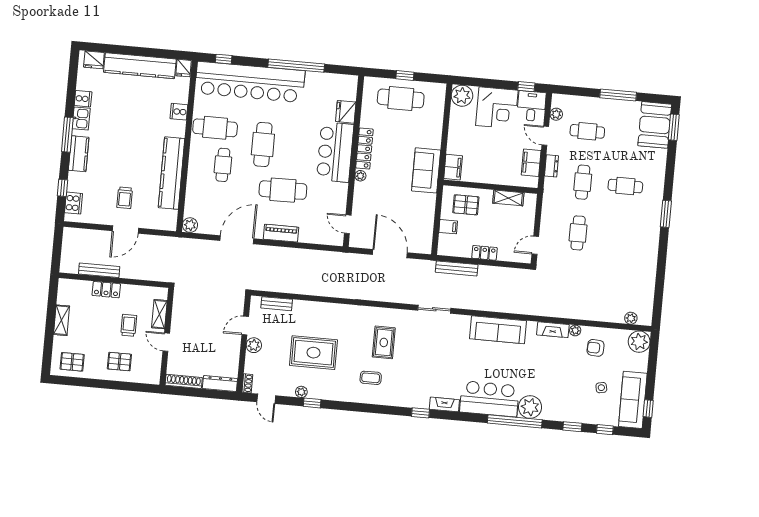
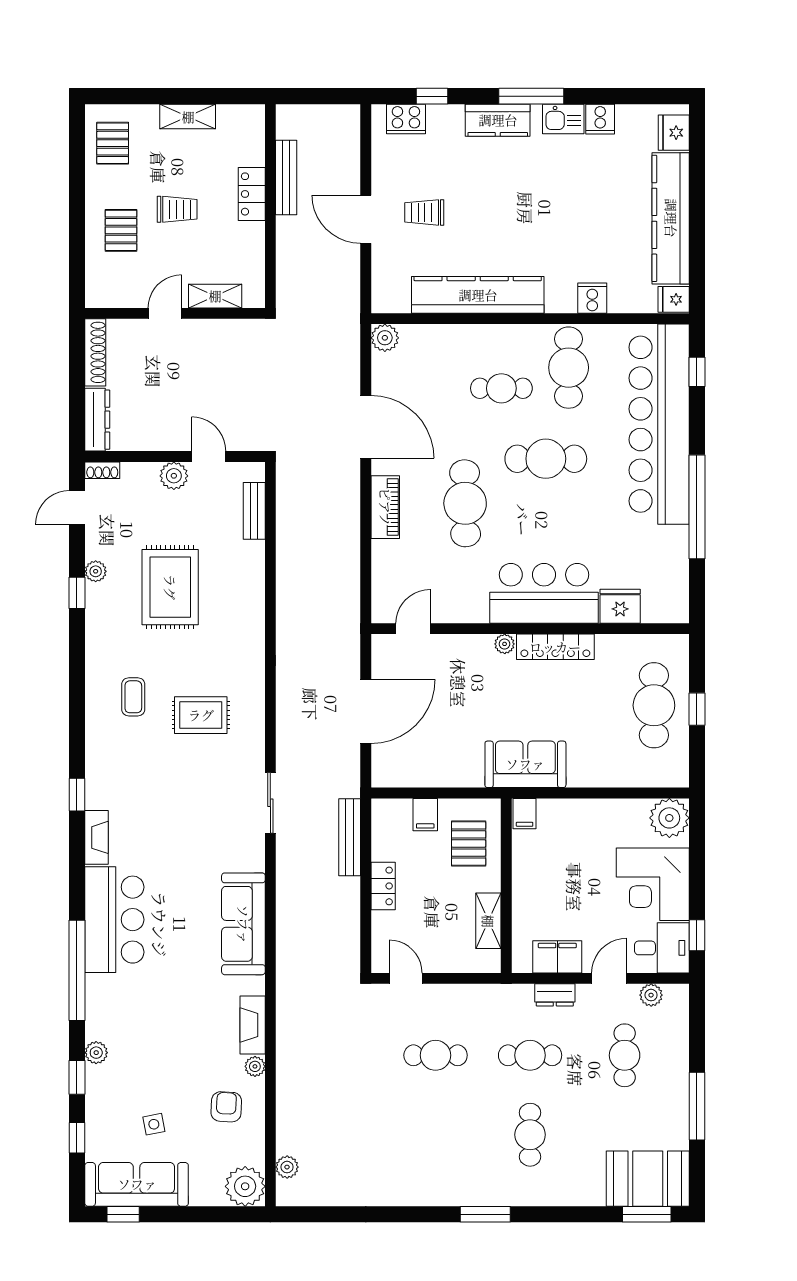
filing cabinet: (453, 167) -> (525, 814), width x0.50
trolley: (129, 325) -> (177, 209), moved
plant: (530, 407) -> (96, 1053), moved, width x0.53, depth x0.53

